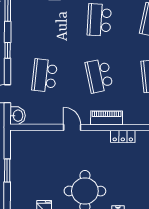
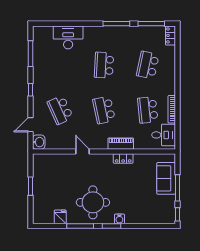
school desk: (45, 76) -> (60, 110), turned -30
piano: (107, 118) -> (121, 144), moved

